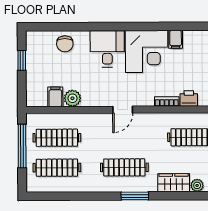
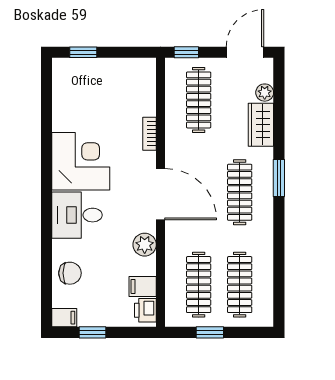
filing cabinet: (176, 39) -> (64, 318), moved
plant: (72, 98) -> (145, 245), moved
printer: (189, 98) -> (145, 310), moved
door: (123, 110) -> (161, 194), width x1.87
window: (22, 146) -> (210, 332), width x0.46

